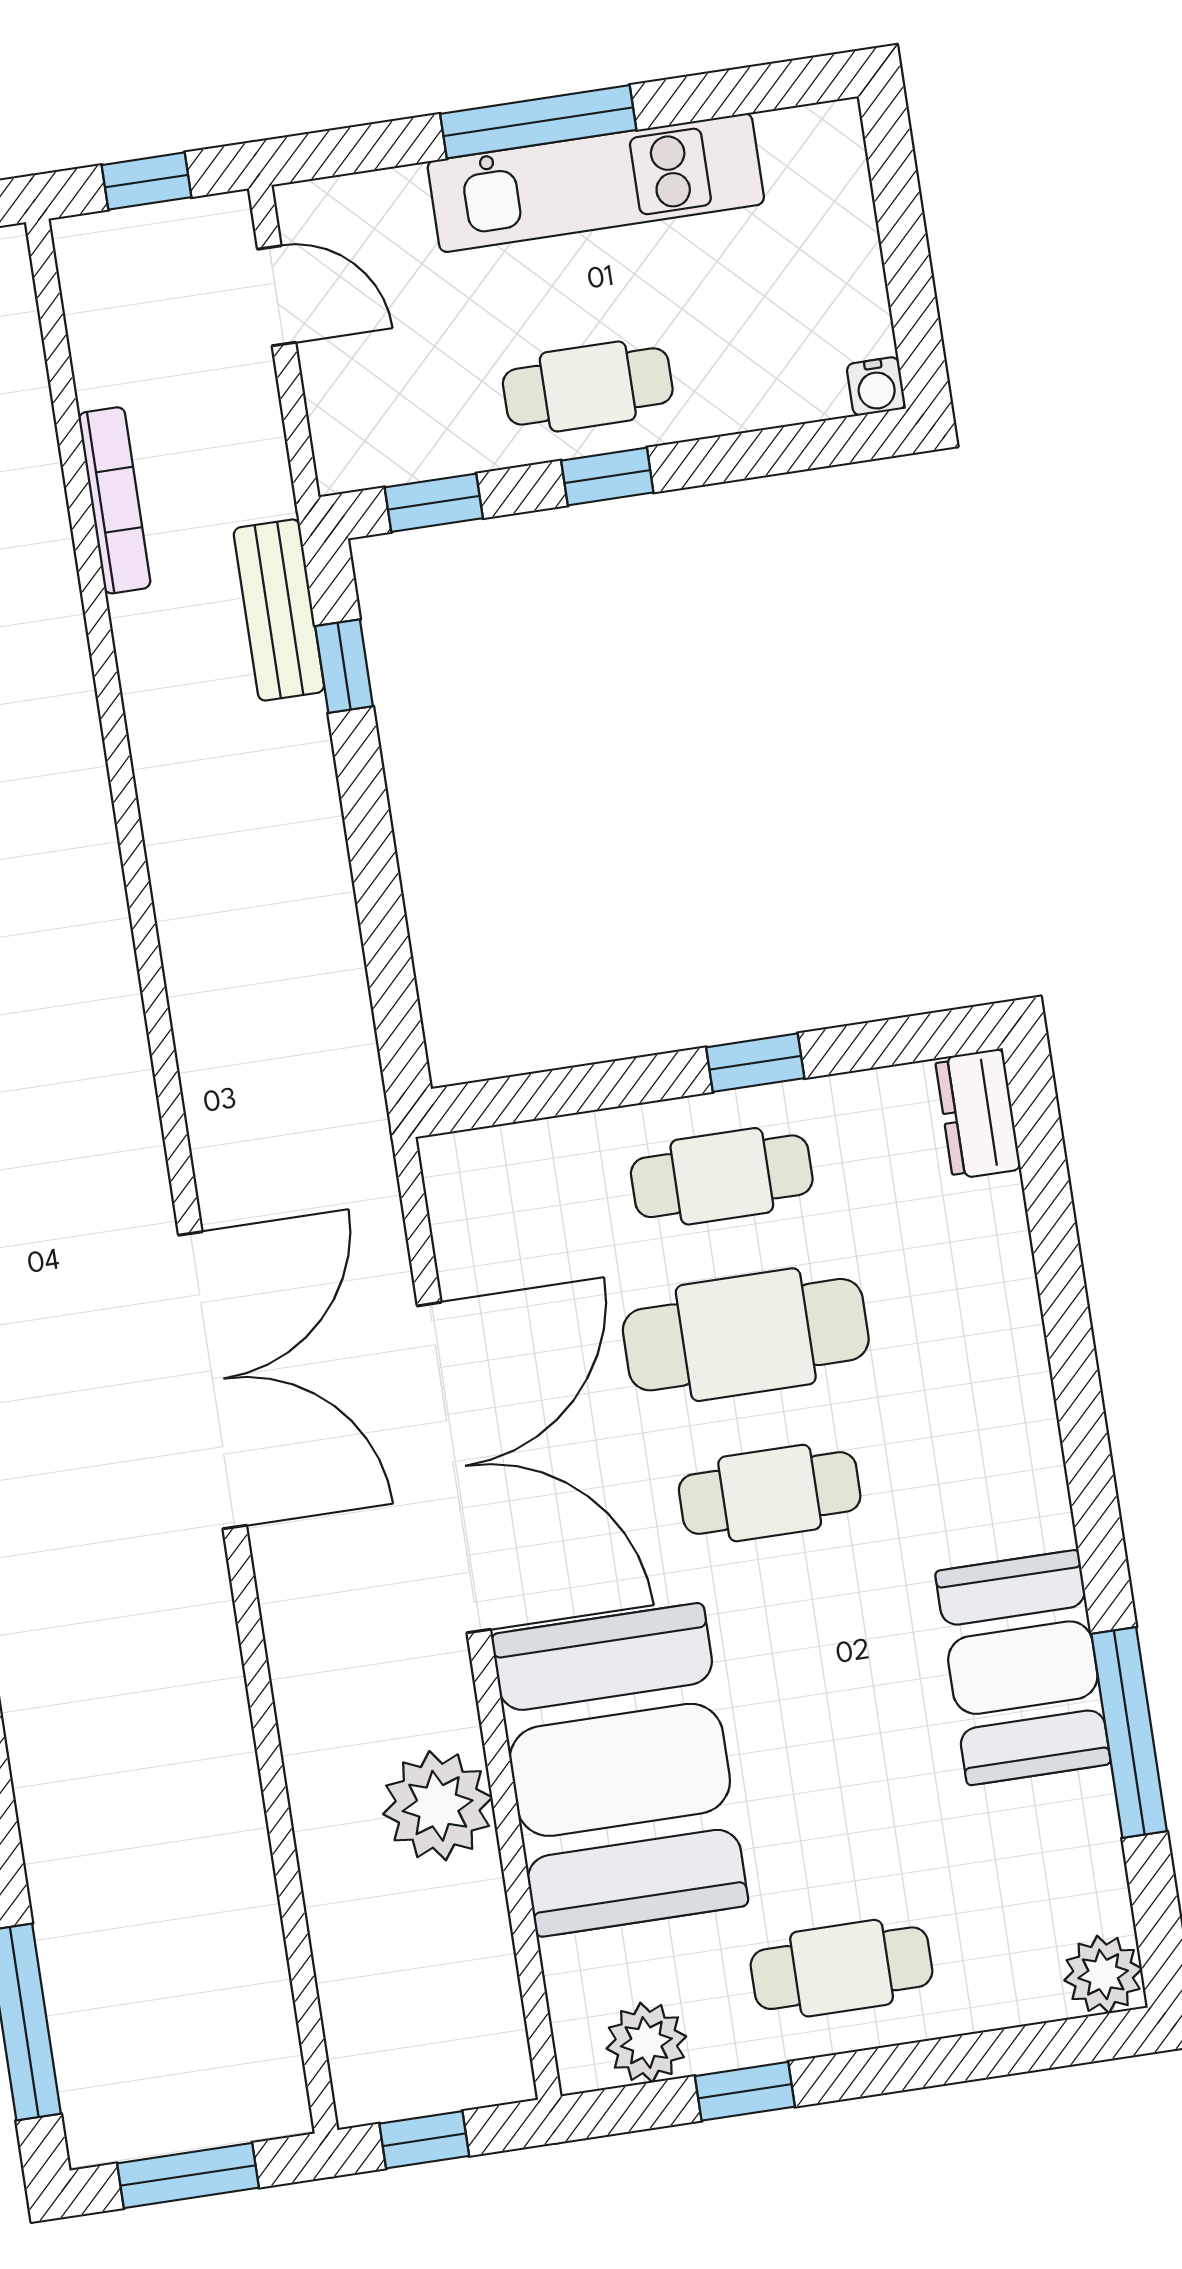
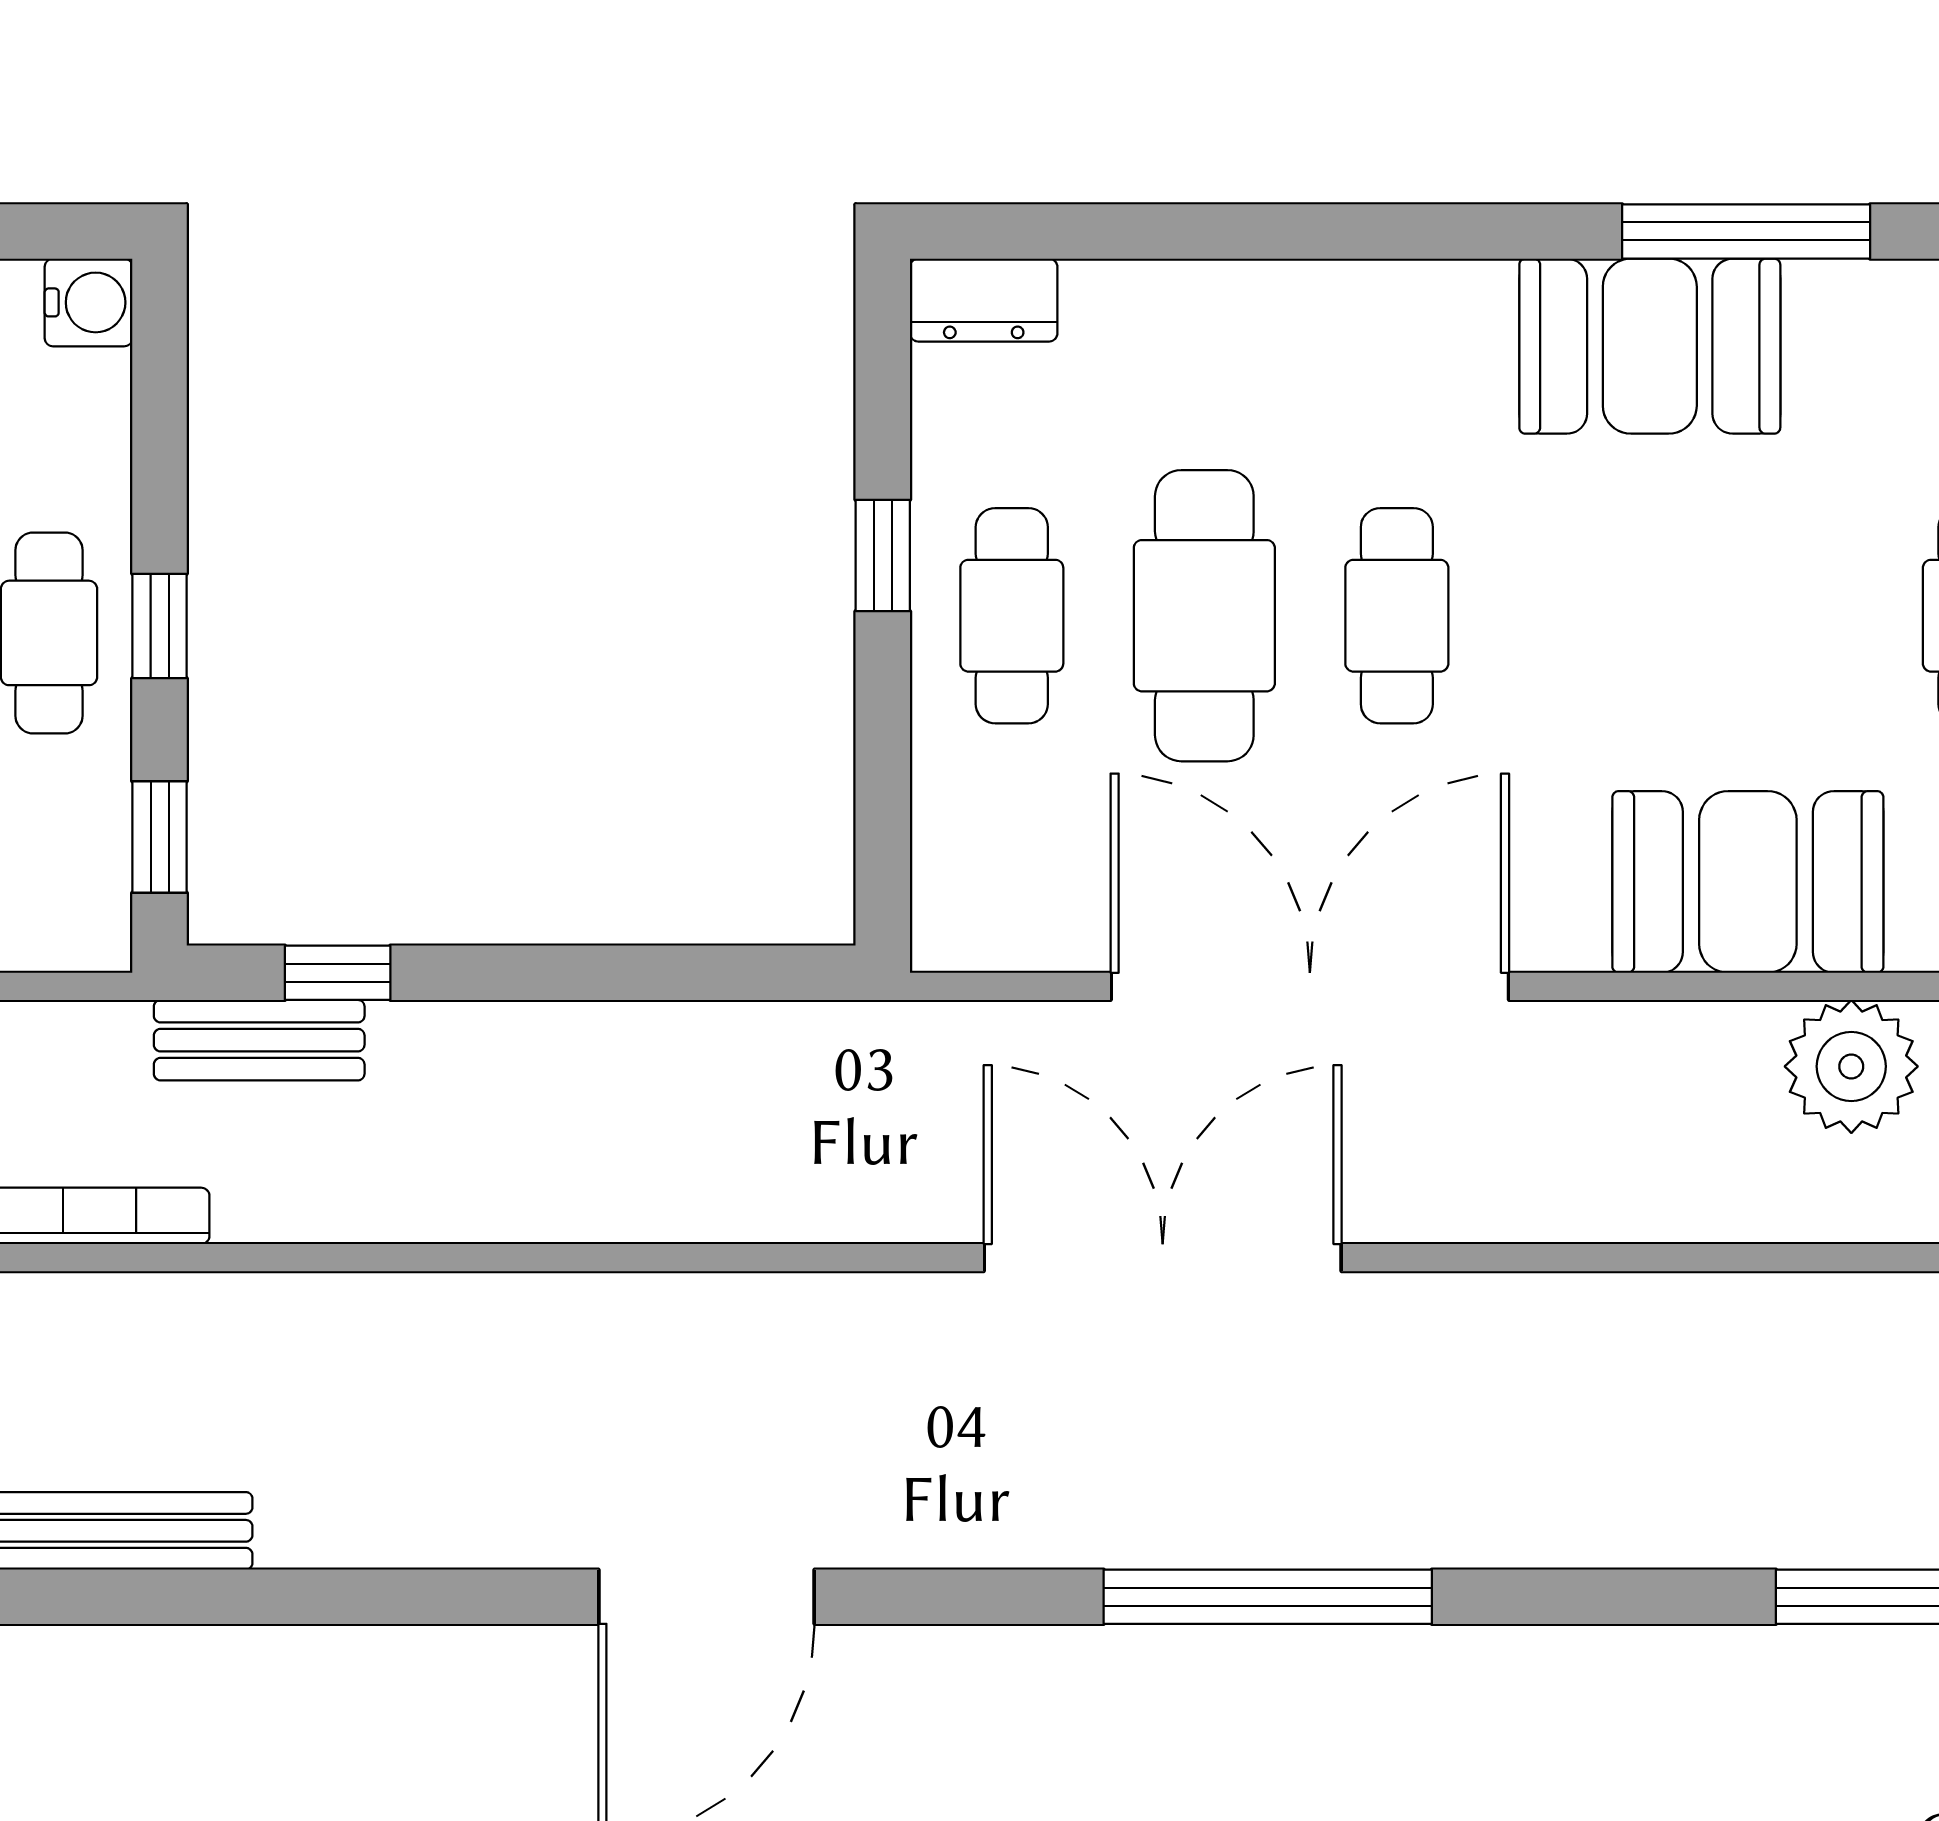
water cooler: (876, 386) -> (89, 302), width x1.38, depth x1.38
booth: (620, 1770) -> (1748, 882), width x0.73, depth x0.70
plant: (438, 1806) -> (1851, 1066), moved

